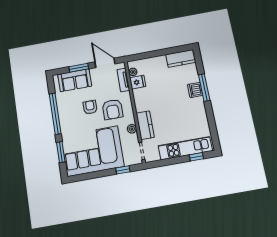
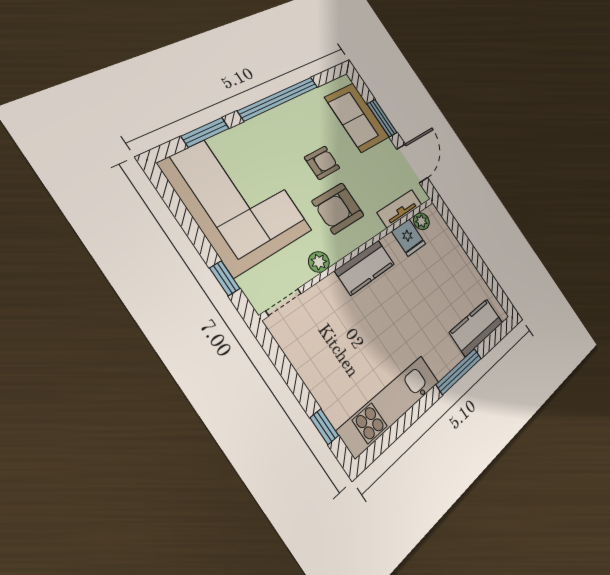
kitchen counter: (181, 58) -> (476, 327), moved, turned 90
dishwasher: (195, 90) -> (447, 356), removed
kitchen counter: (145, 125) -> (365, 267), moved
kitchen unit: (185, 148) -> (390, 405), moved, turned -90

